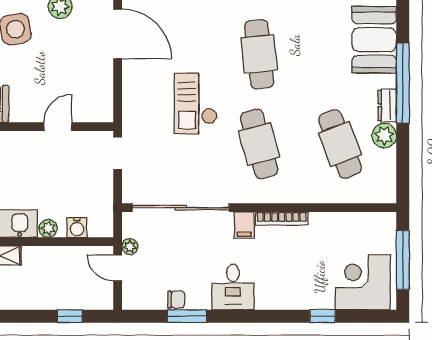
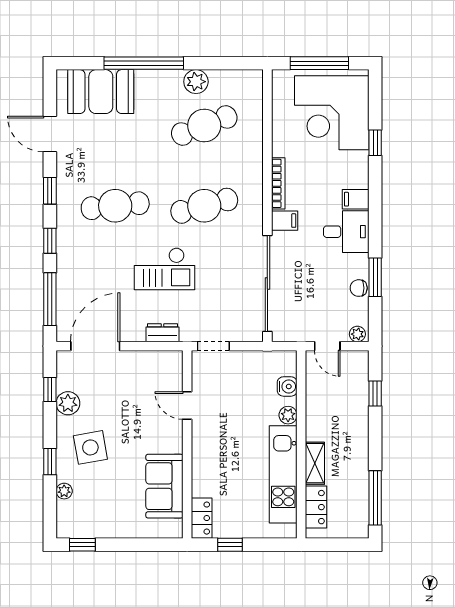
dresser: (387, 105) -> (163, 333), moved, turned 180
plant: (130, 247) -> (357, 334), moved
door: (118, 268) -> (327, 346), hinge flipped
corner desk: (363, 282) -> (332, 113), width x1.36, depth x1.36
filing cabinet: (266, 297) -> (356, 199), added
chair: (176, 300) -> (359, 288), turned -90

